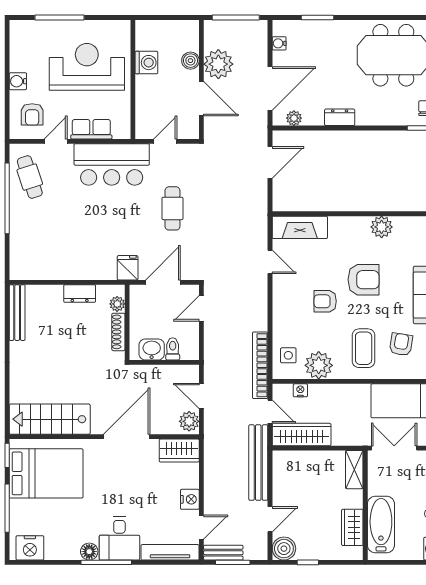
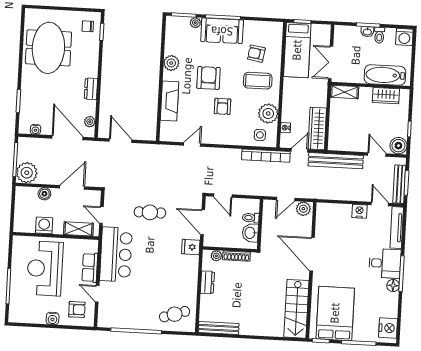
plant: (218, 64) -> (27, 173), moved
shelving: (144, 110) -> (78, 229), added
cafe table: (30, 177) -> (175, 314), moved
fireplace: (300, 227) -> (170, 101), moved
wardrobe: (179, 451) -> (324, 217), removed
bench: (223, 553) -> (399, 184), width x1.36

